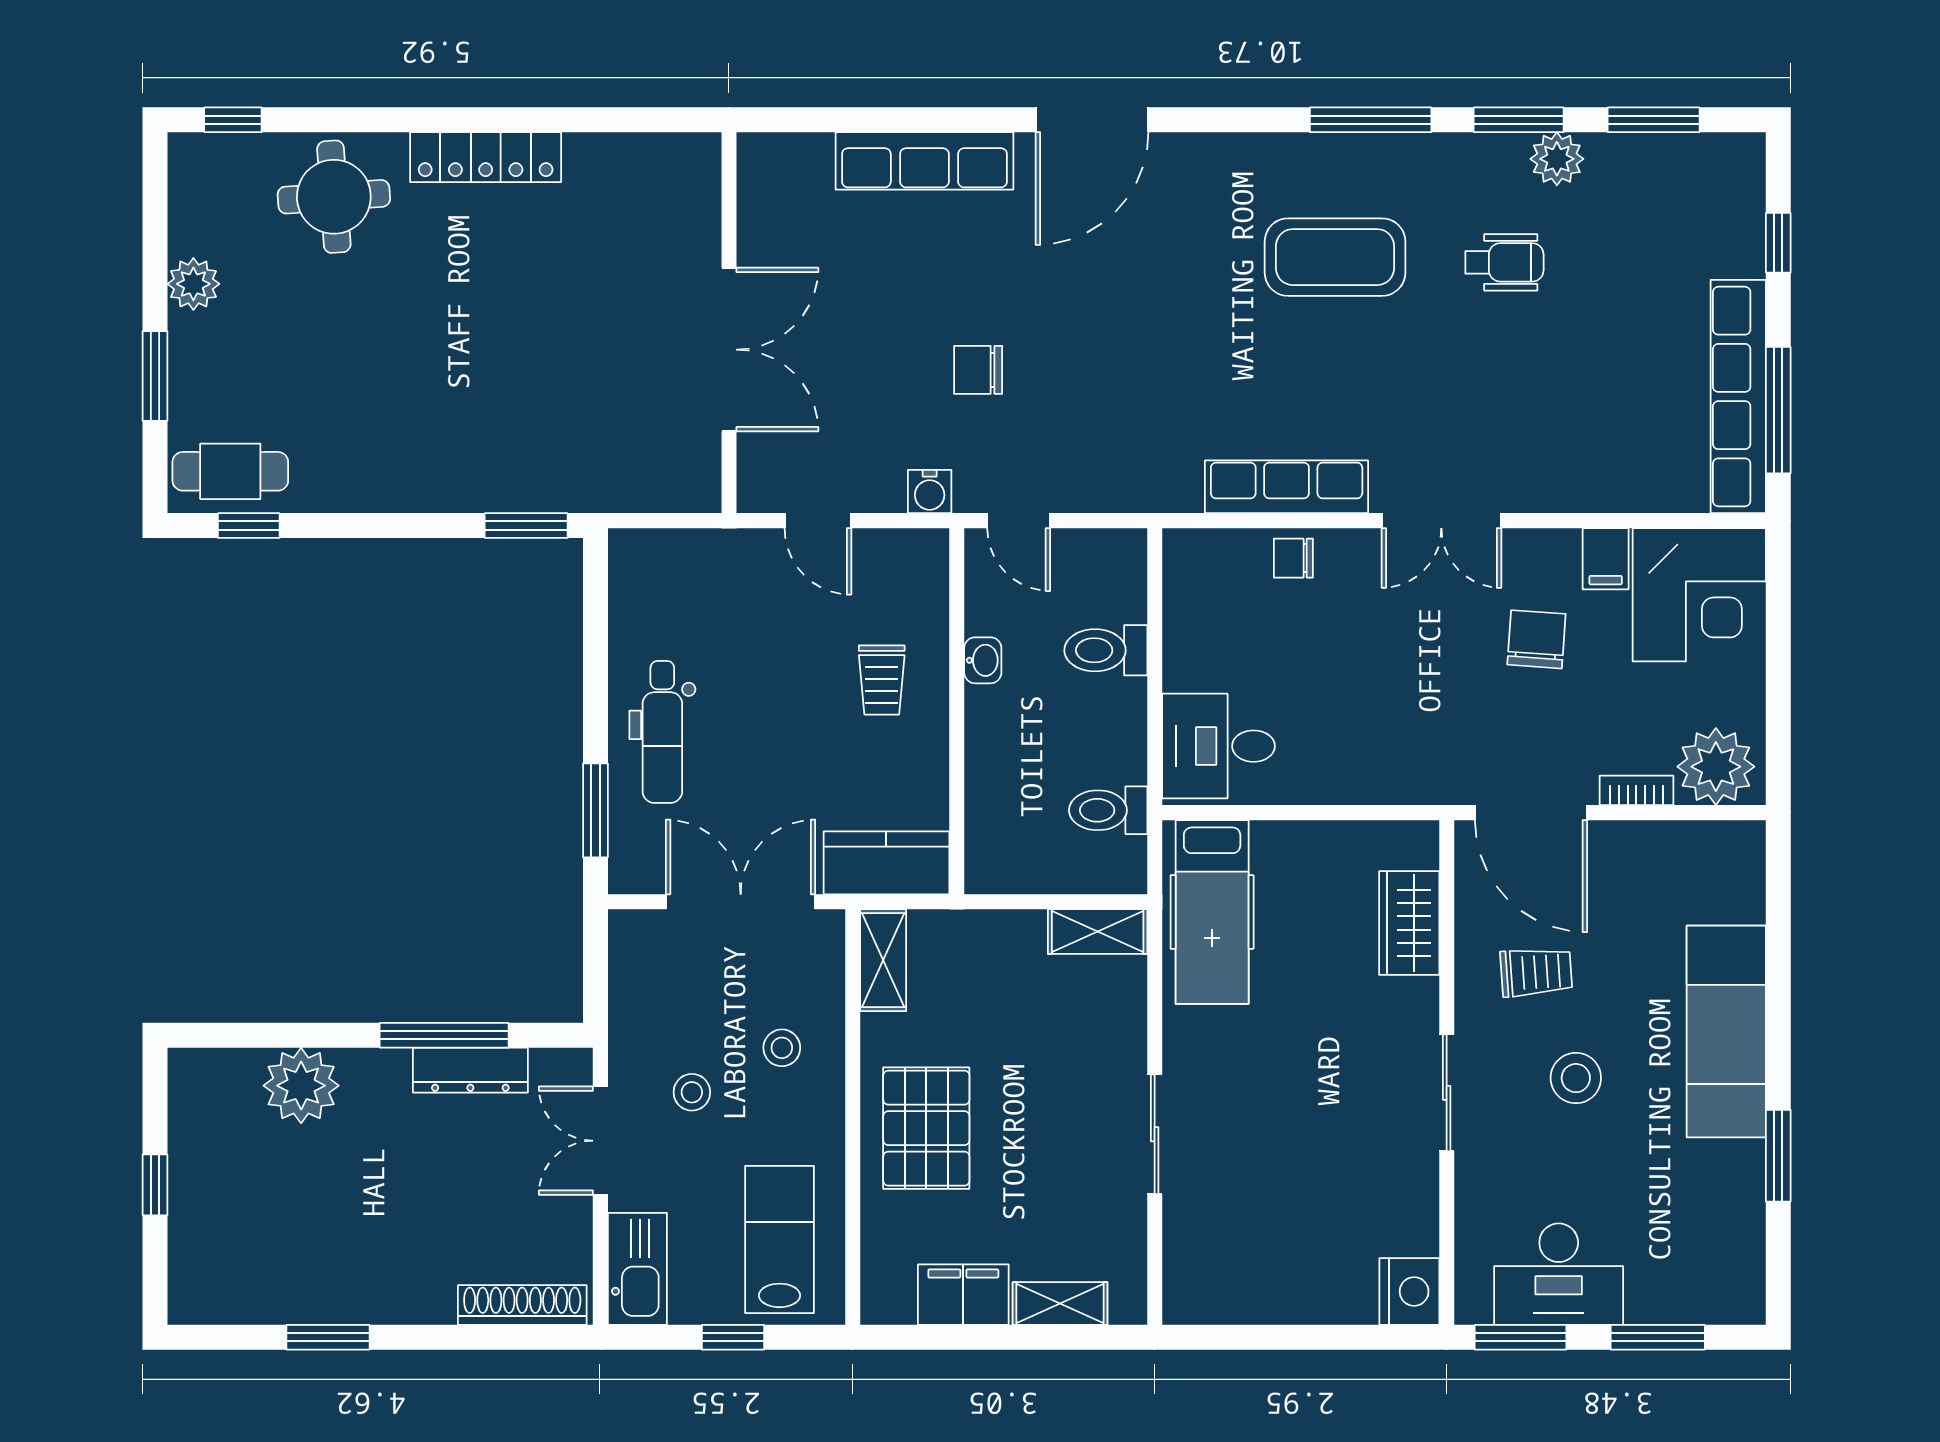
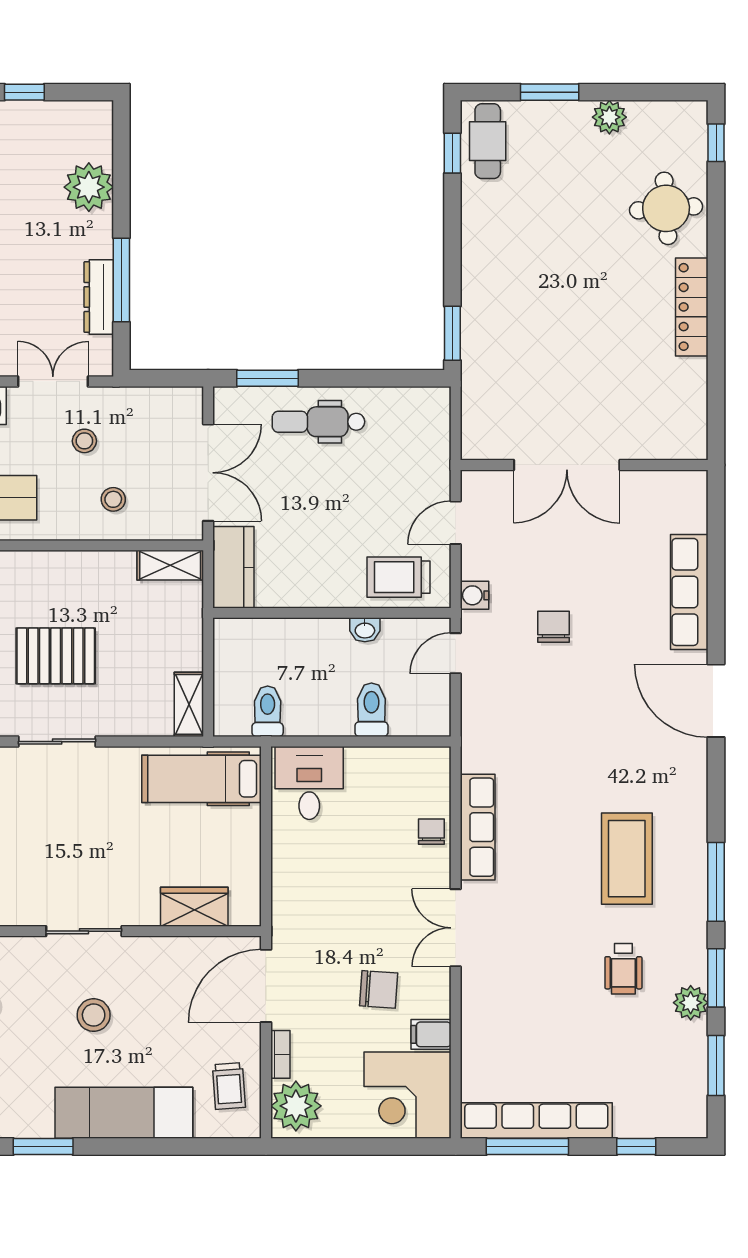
trolley: (882, 680) -> (398, 577), moved, width x1.36, depth x1.39
trolley: (1536, 972) -> (229, 1086), moved
pallet: (926, 1128) -> (56, 656), moved

